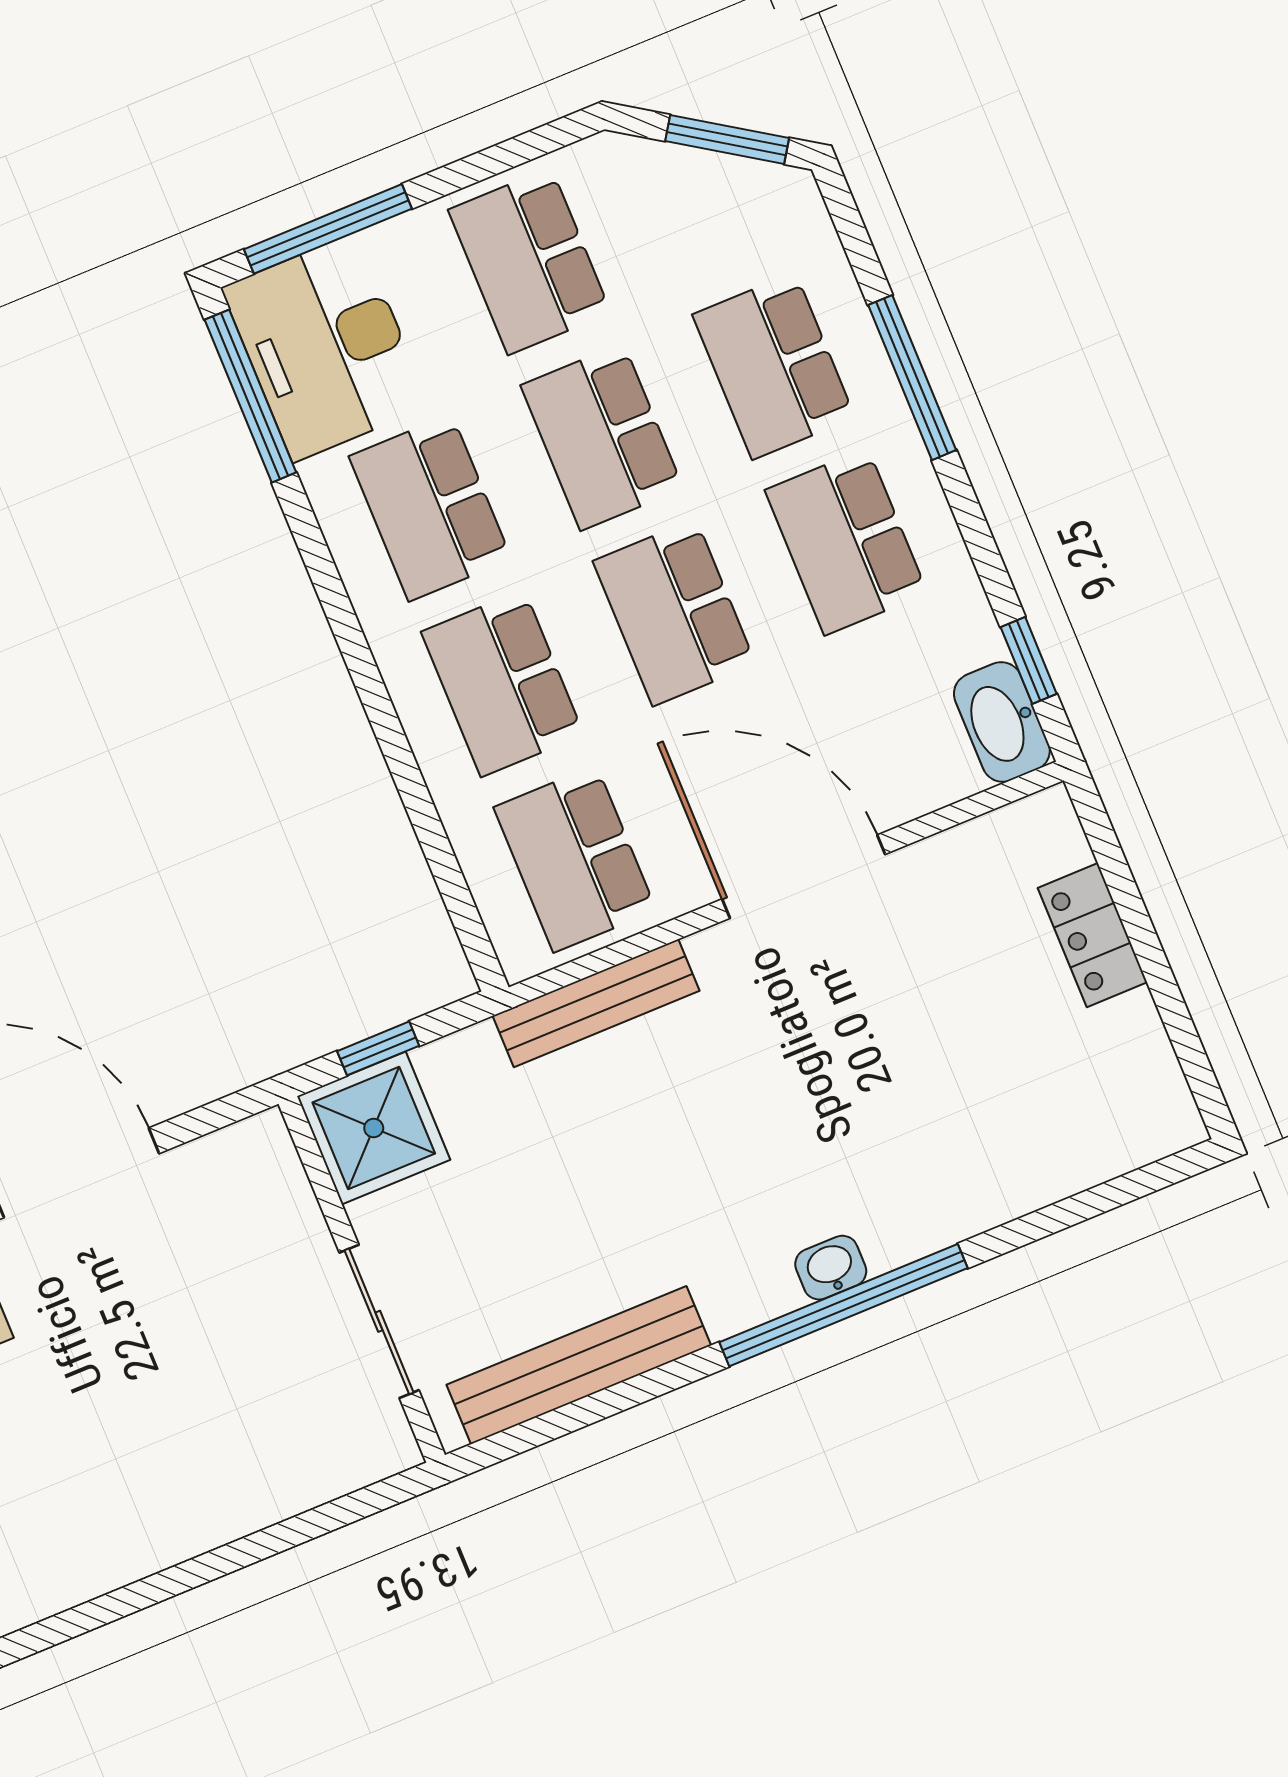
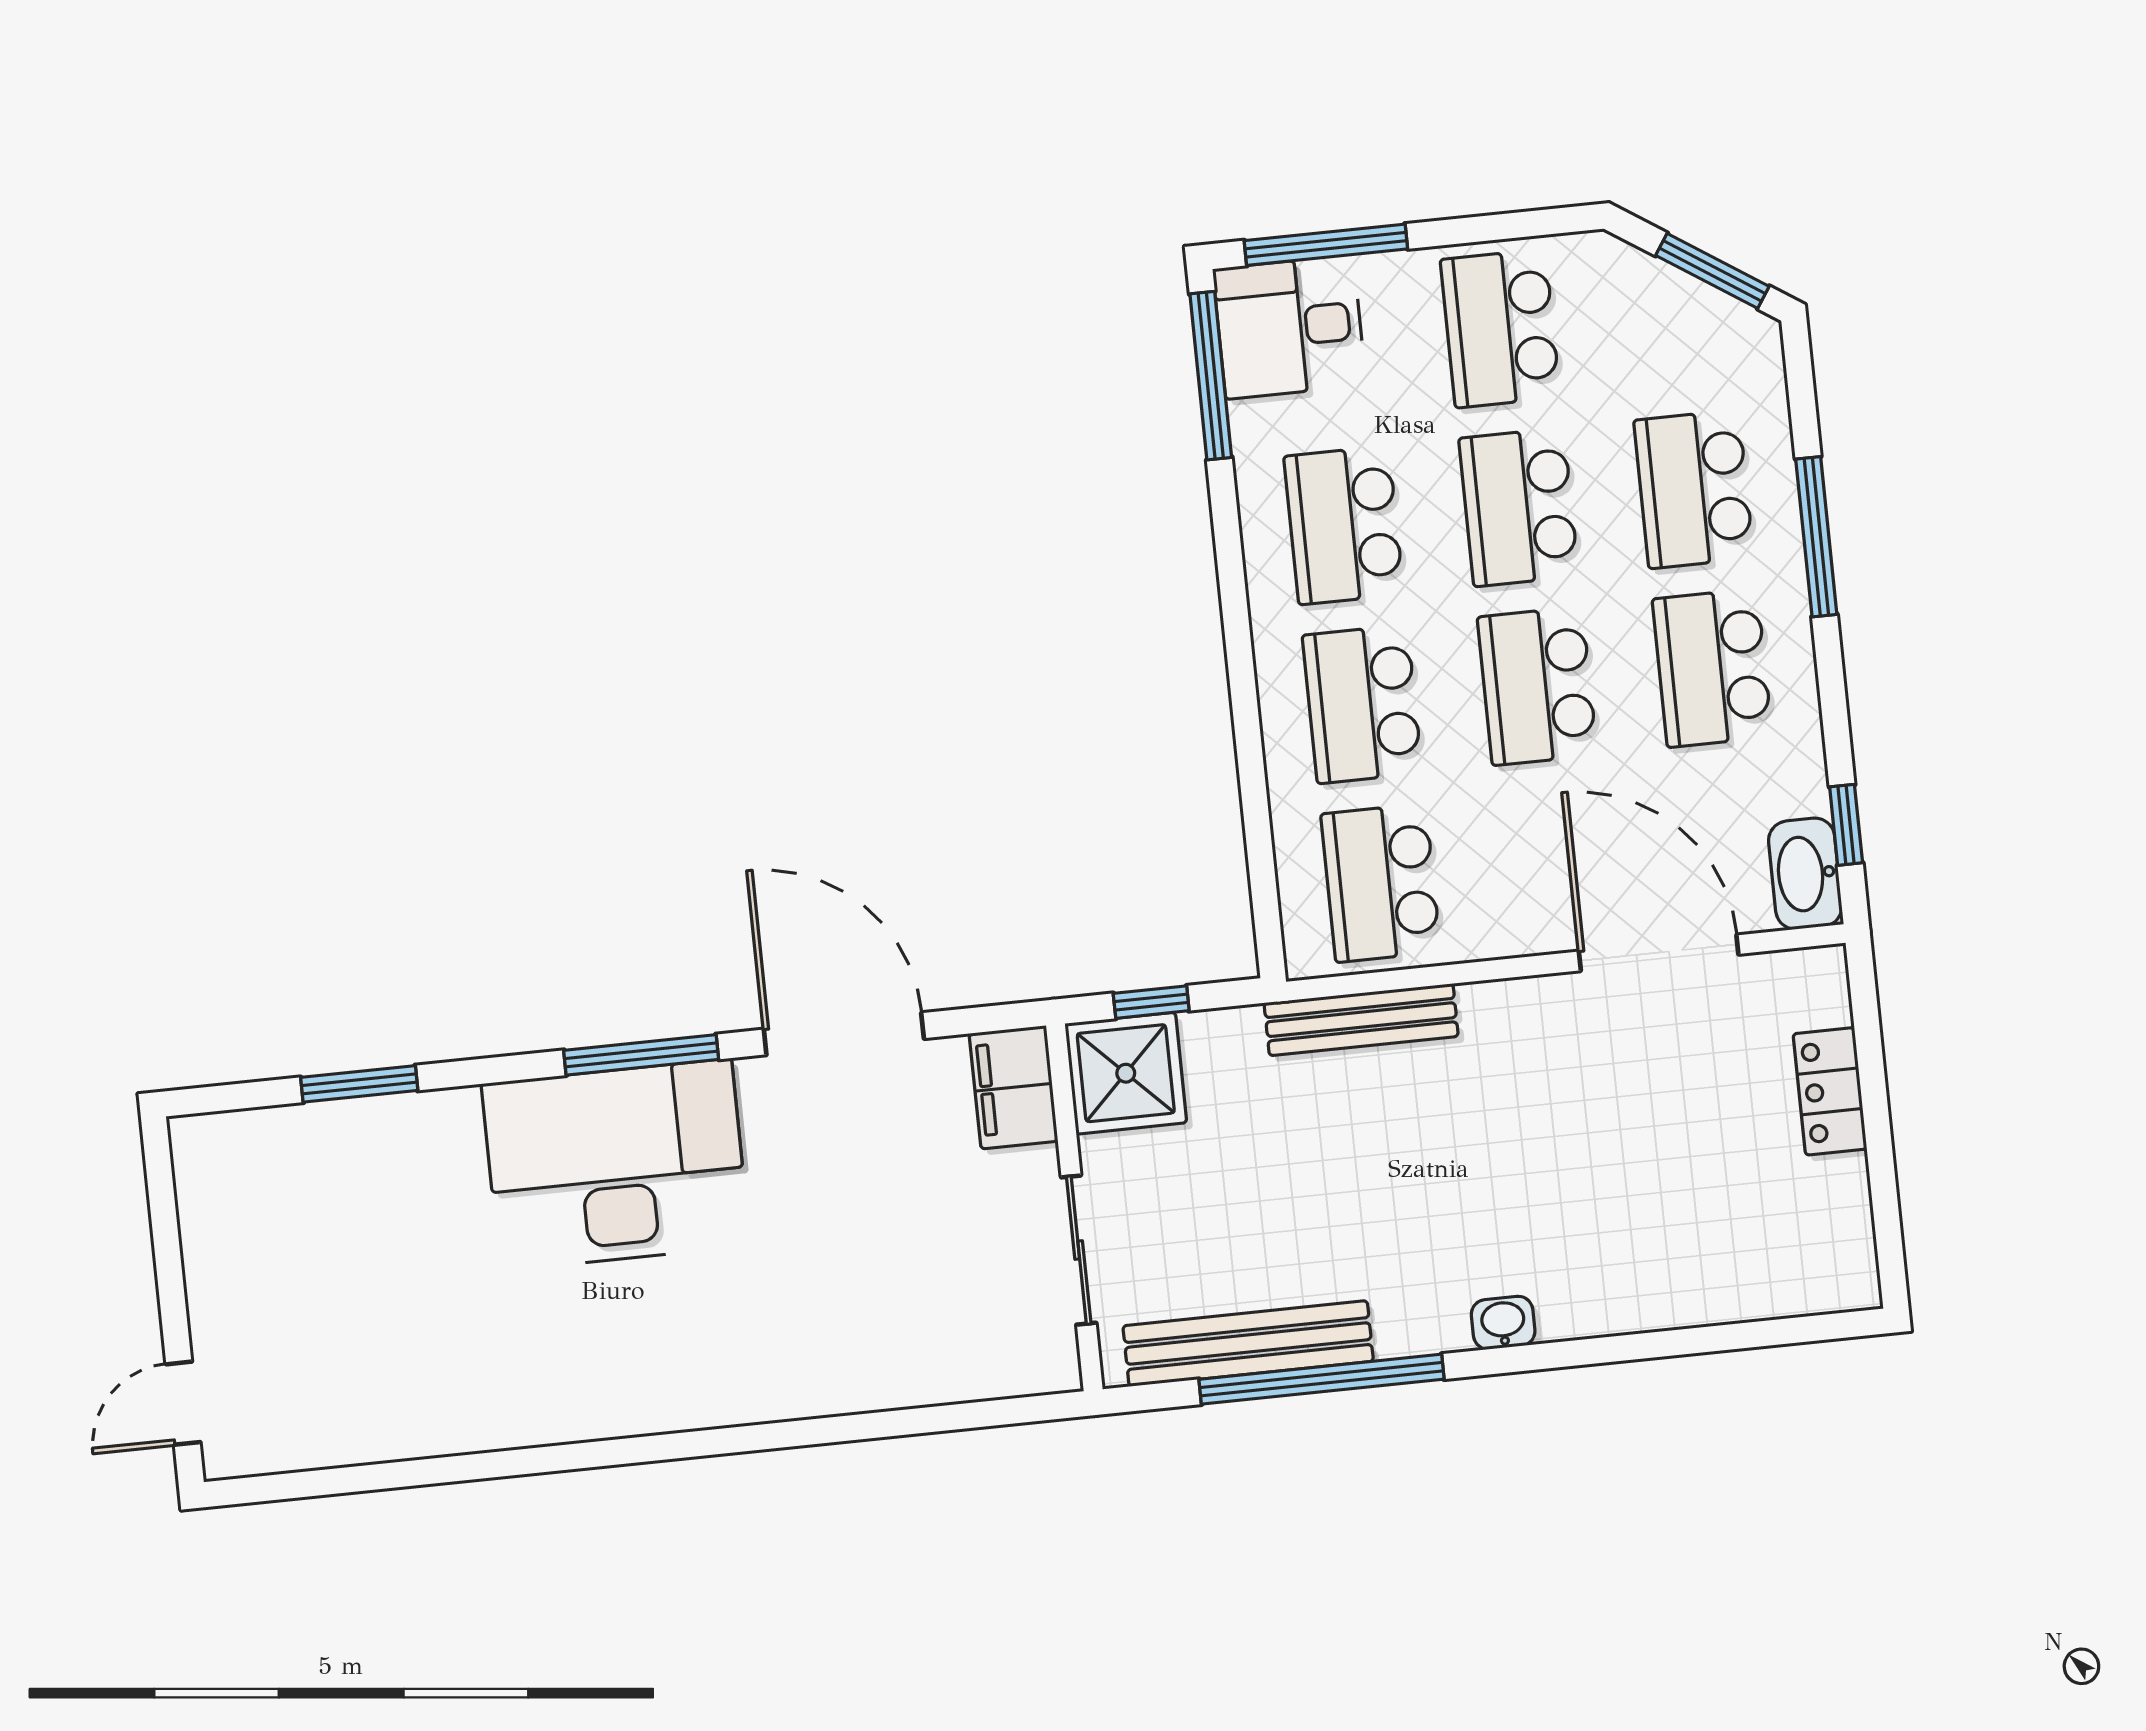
desk: (325, 347) -> (1289, 327), width x0.73
door: (804, 877) -> (1659, 953), moved
filing cabinet: (264, 1176) -> (1014, 1087), added
window: (843, 1305) -> (1321, 1379), moved

